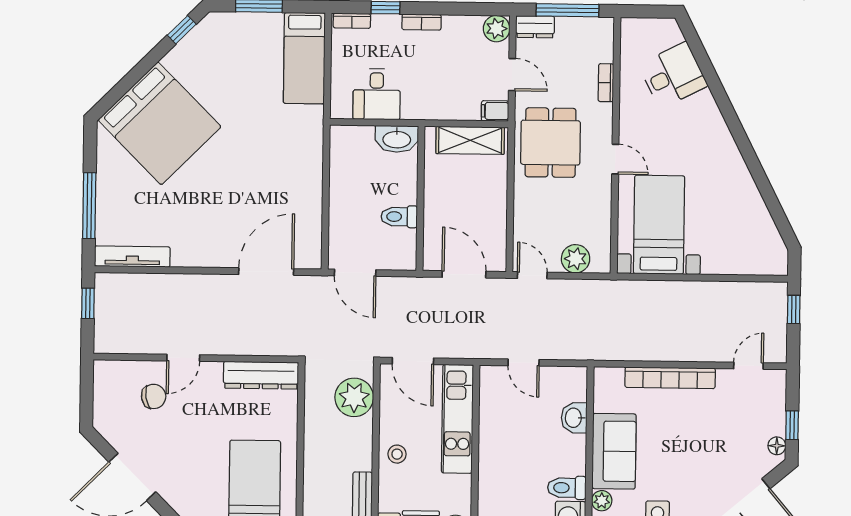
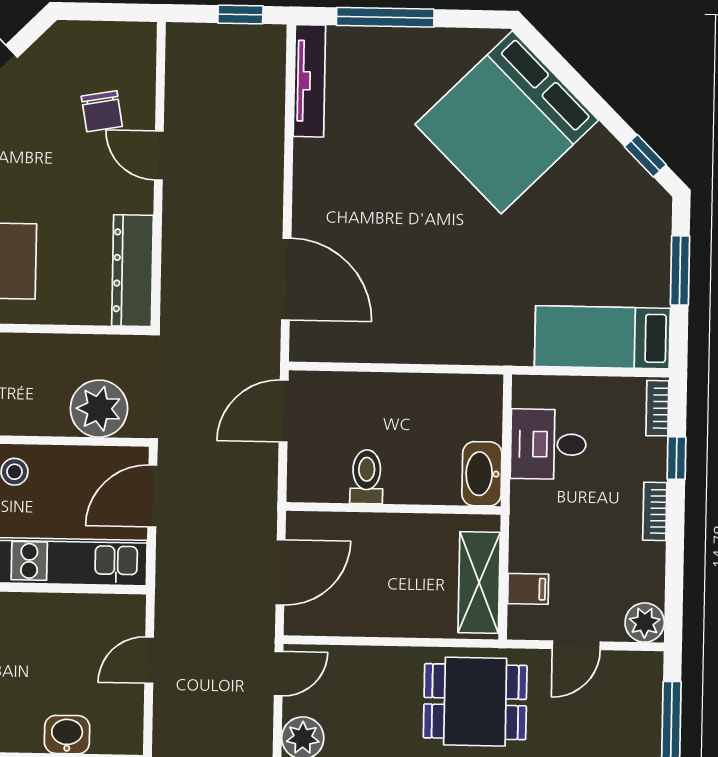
dresser: (535, 27) -> (647, 680), removed
filing cabinet: (495, 111) -> (528, 589), moved, turned 90

